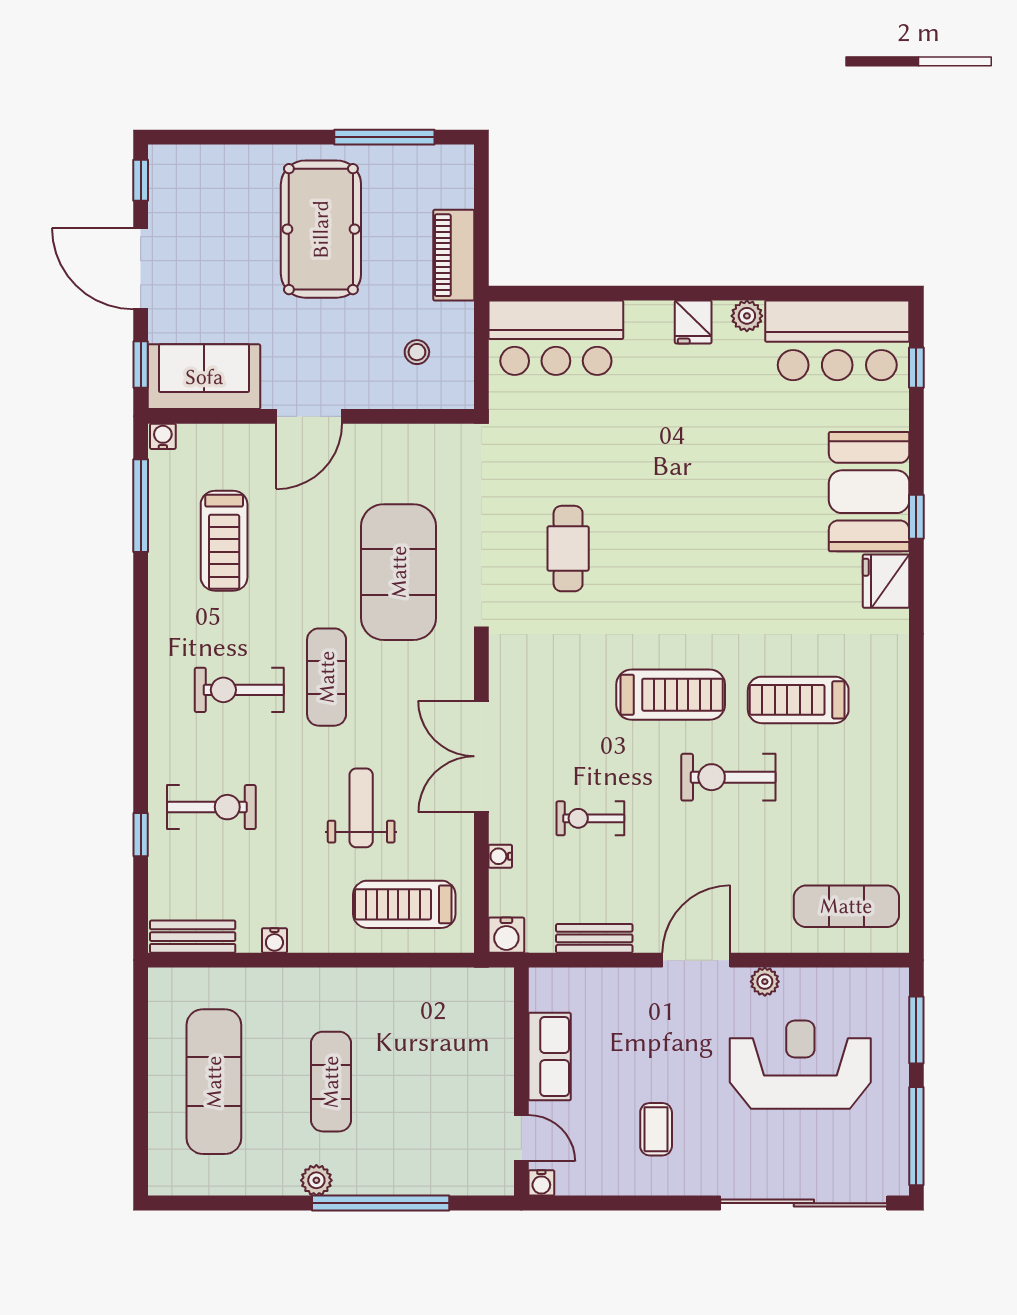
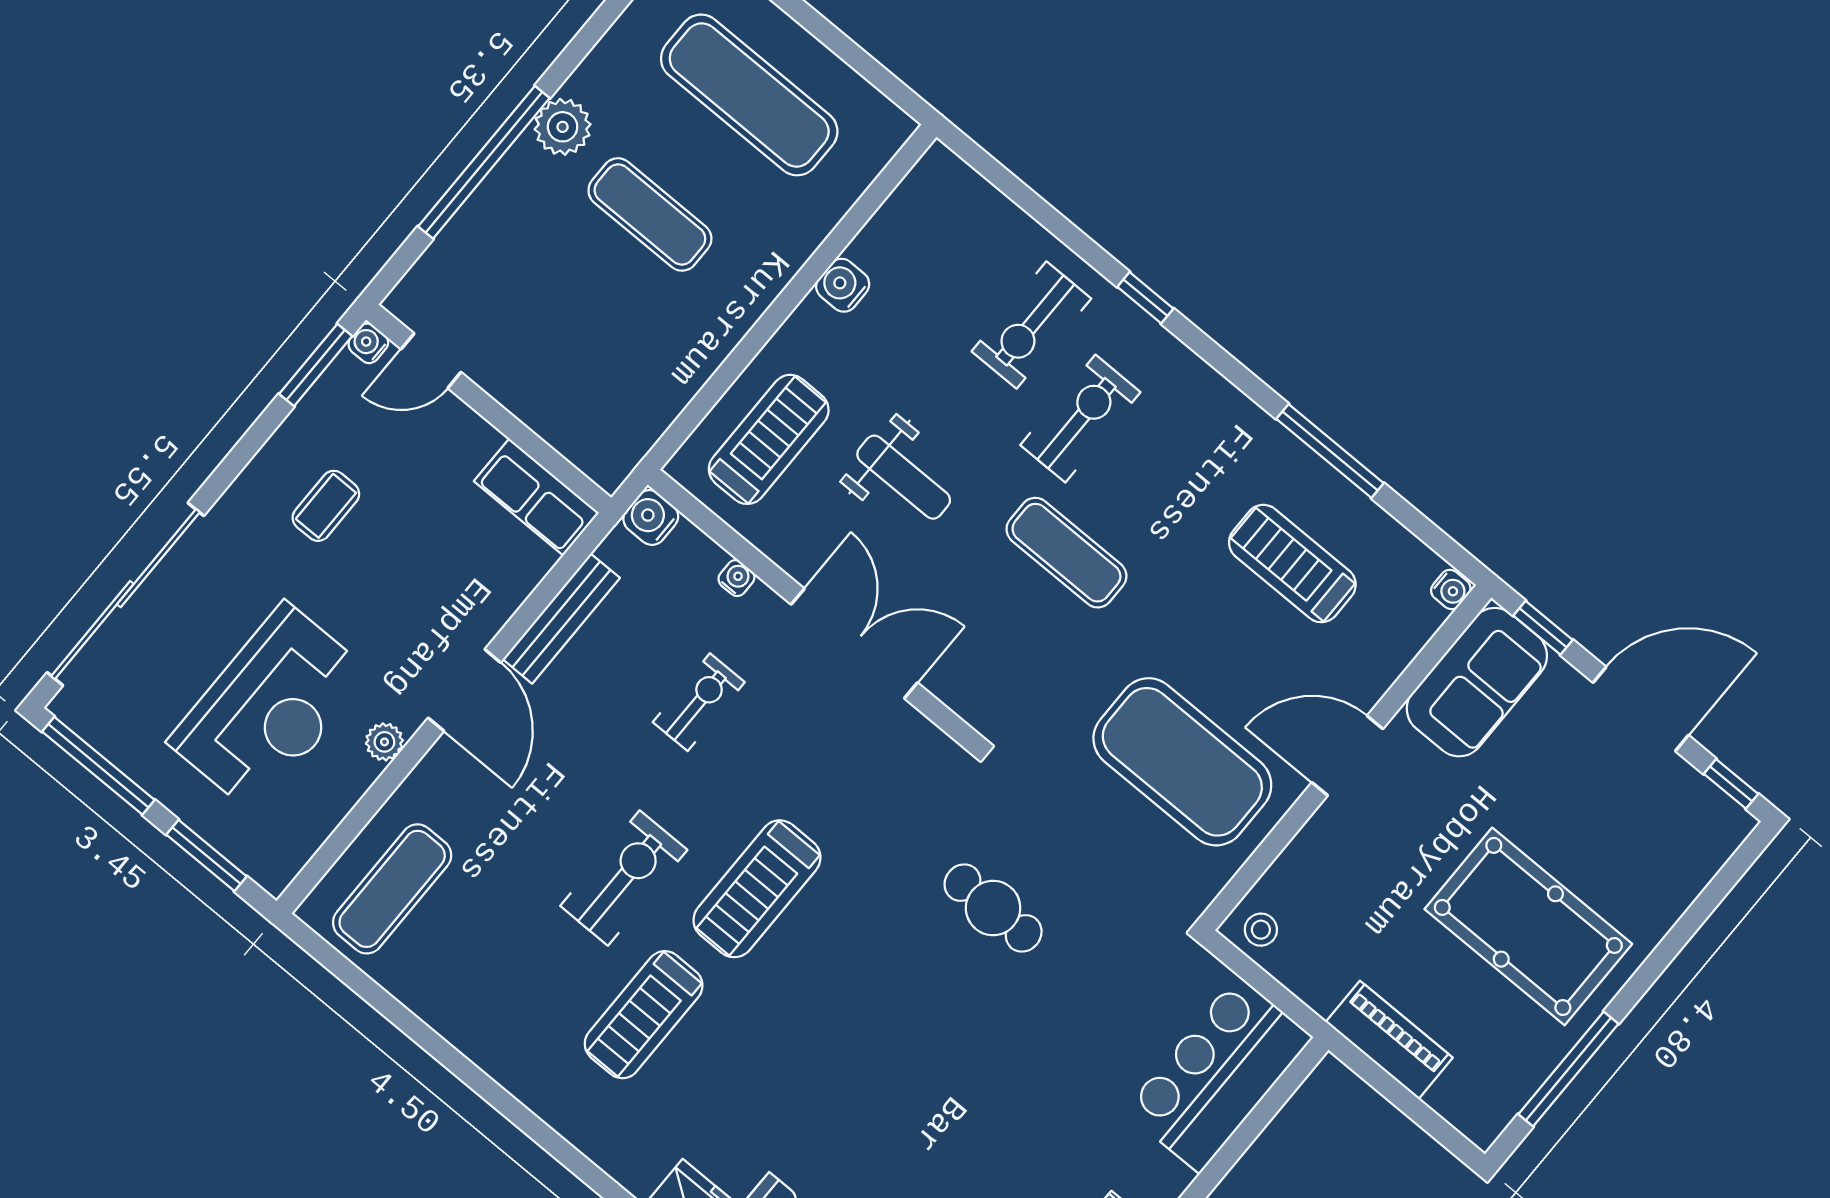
stool: (417, 352) -> (1261, 930), moved
door: (309, 416) -> (1347, 756), hinge flipped
window: (141, 506) -> (1330, 451), moved
exercise mat: (399, 572) -> (1182, 762), moved
exercise bike: (239, 690) -> (1080, 419), moved
treadmill: (798, 700) -> (644, 1015), turned 180
window: (141, 835) -> (1145, 298), moved
bench: (193, 937) -> (915, 196), removed
bench: (594, 938) -> (561, 619), width x1.36
water cooler: (274, 940) -> (843, 285), width x1.38, depth x1.38
row of seats: (550, 1057) -> (536, 497), moved
coffee table: (656, 1129) -> (326, 506), turned 90
plant: (316, 1180) -> (563, 127), width x1.38, depth x1.38
window: (579, 1203) -> (316, 365), added

